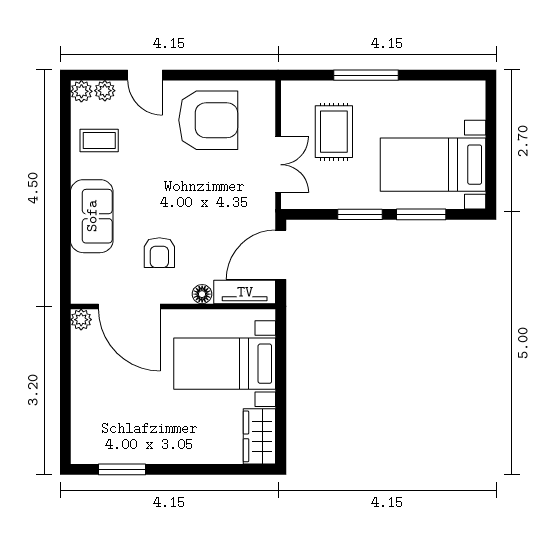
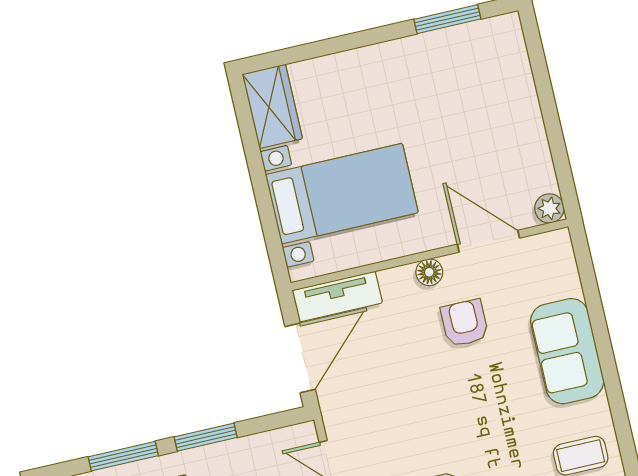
floor lamp: (202, 294) -> (429, 272), moved
door: (129, 306) -> (488, 241), width x0.73

